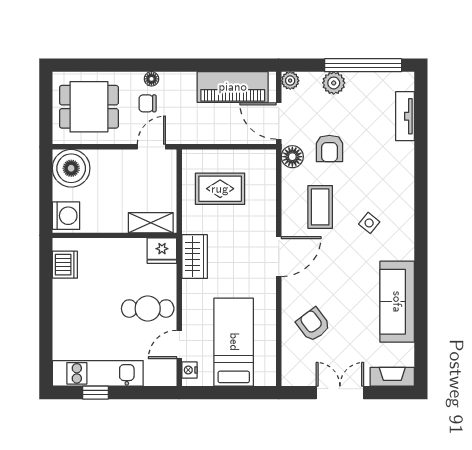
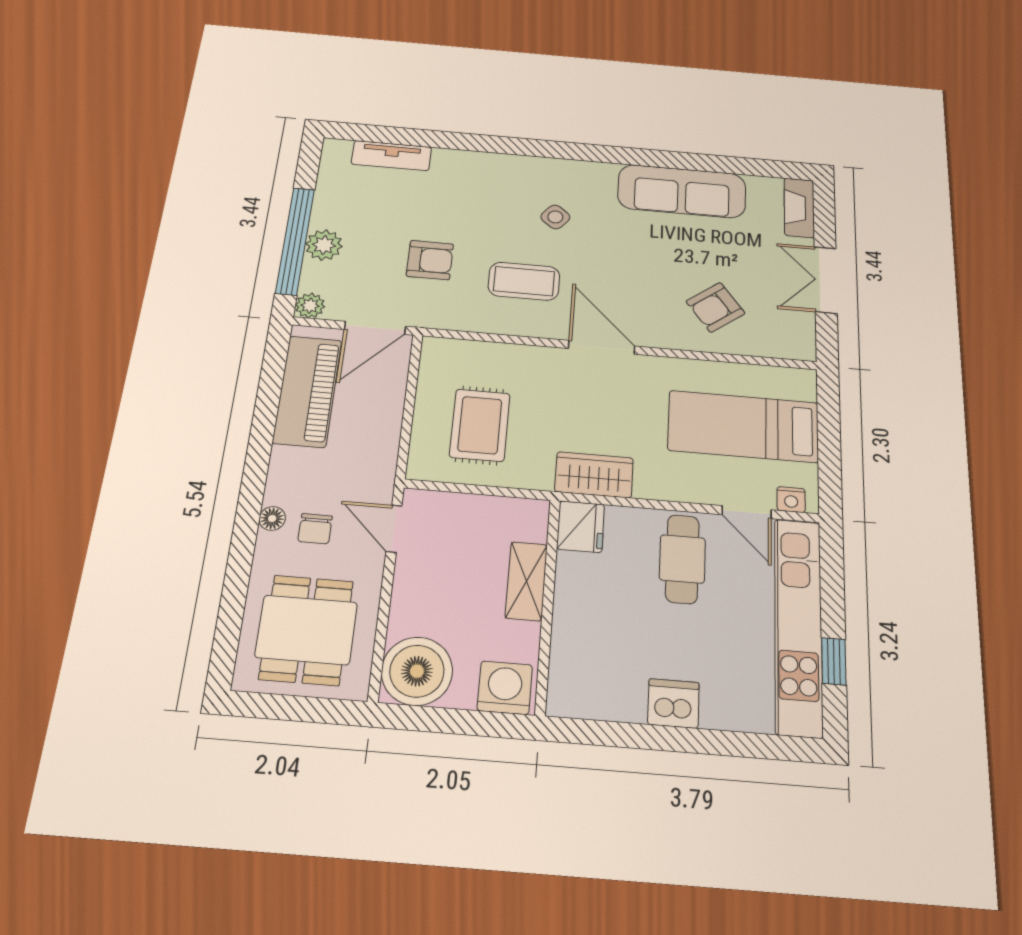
window: (363, 65) -> (295, 241), moved
floor lamp: (292, 157) -> (437, 313), removed
shelving: (151, 223) -> (526, 581), moved
dishwasher: (65, 265) -> (673, 703), moved
kitchen unit: (98, 373) -> (798, 625), width x1.36

